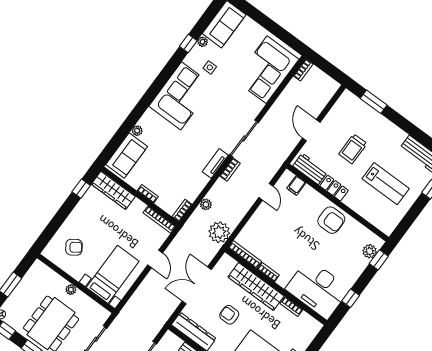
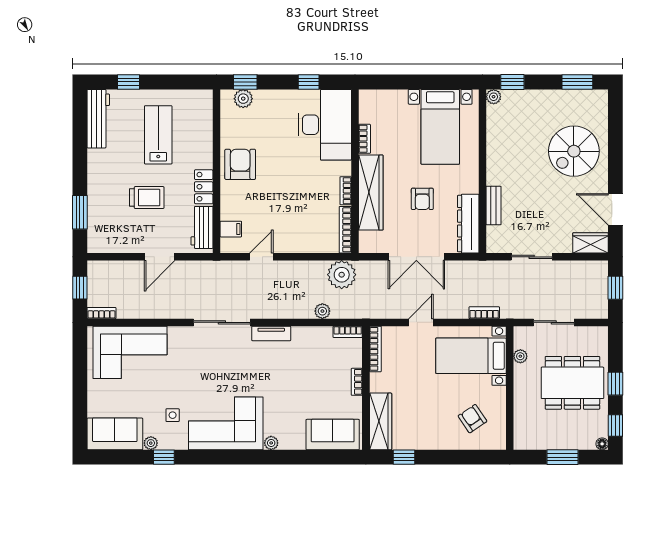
window: (328, 68) -> (80, 288), added
plant: (137, 131) -> (271, 443), moved
bookcase: (230, 170) -> (484, 313), moved
plant: (71, 290) -> (520, 356), moved

